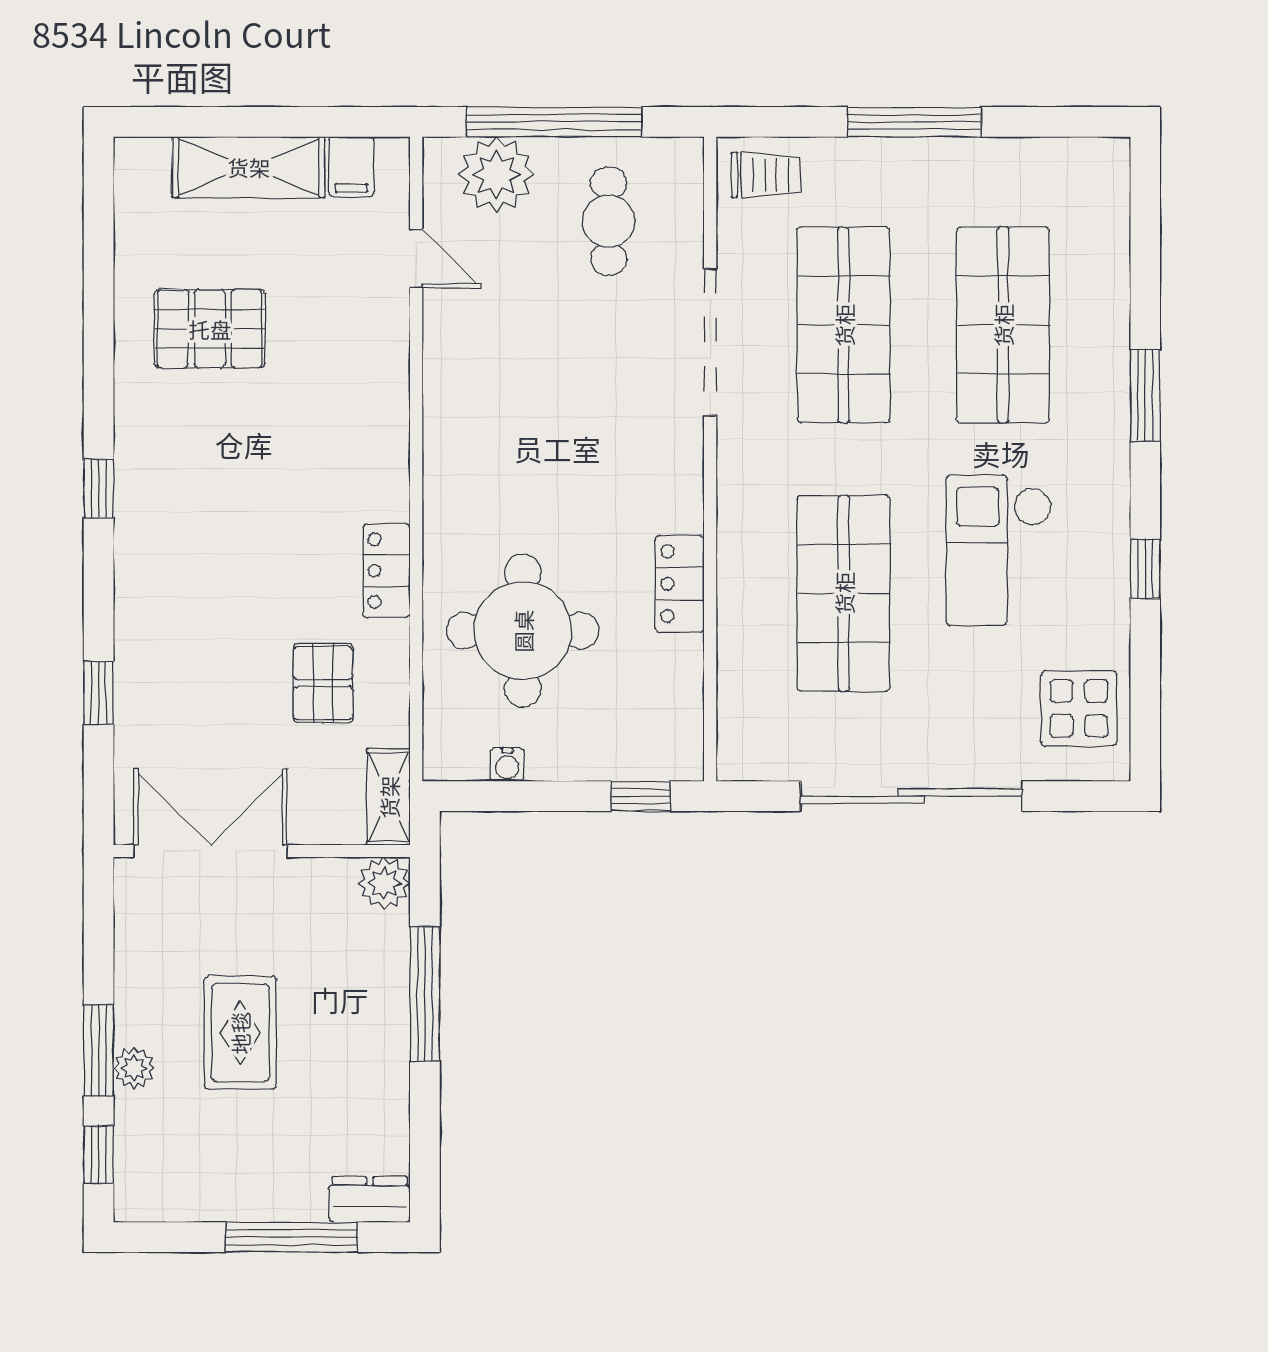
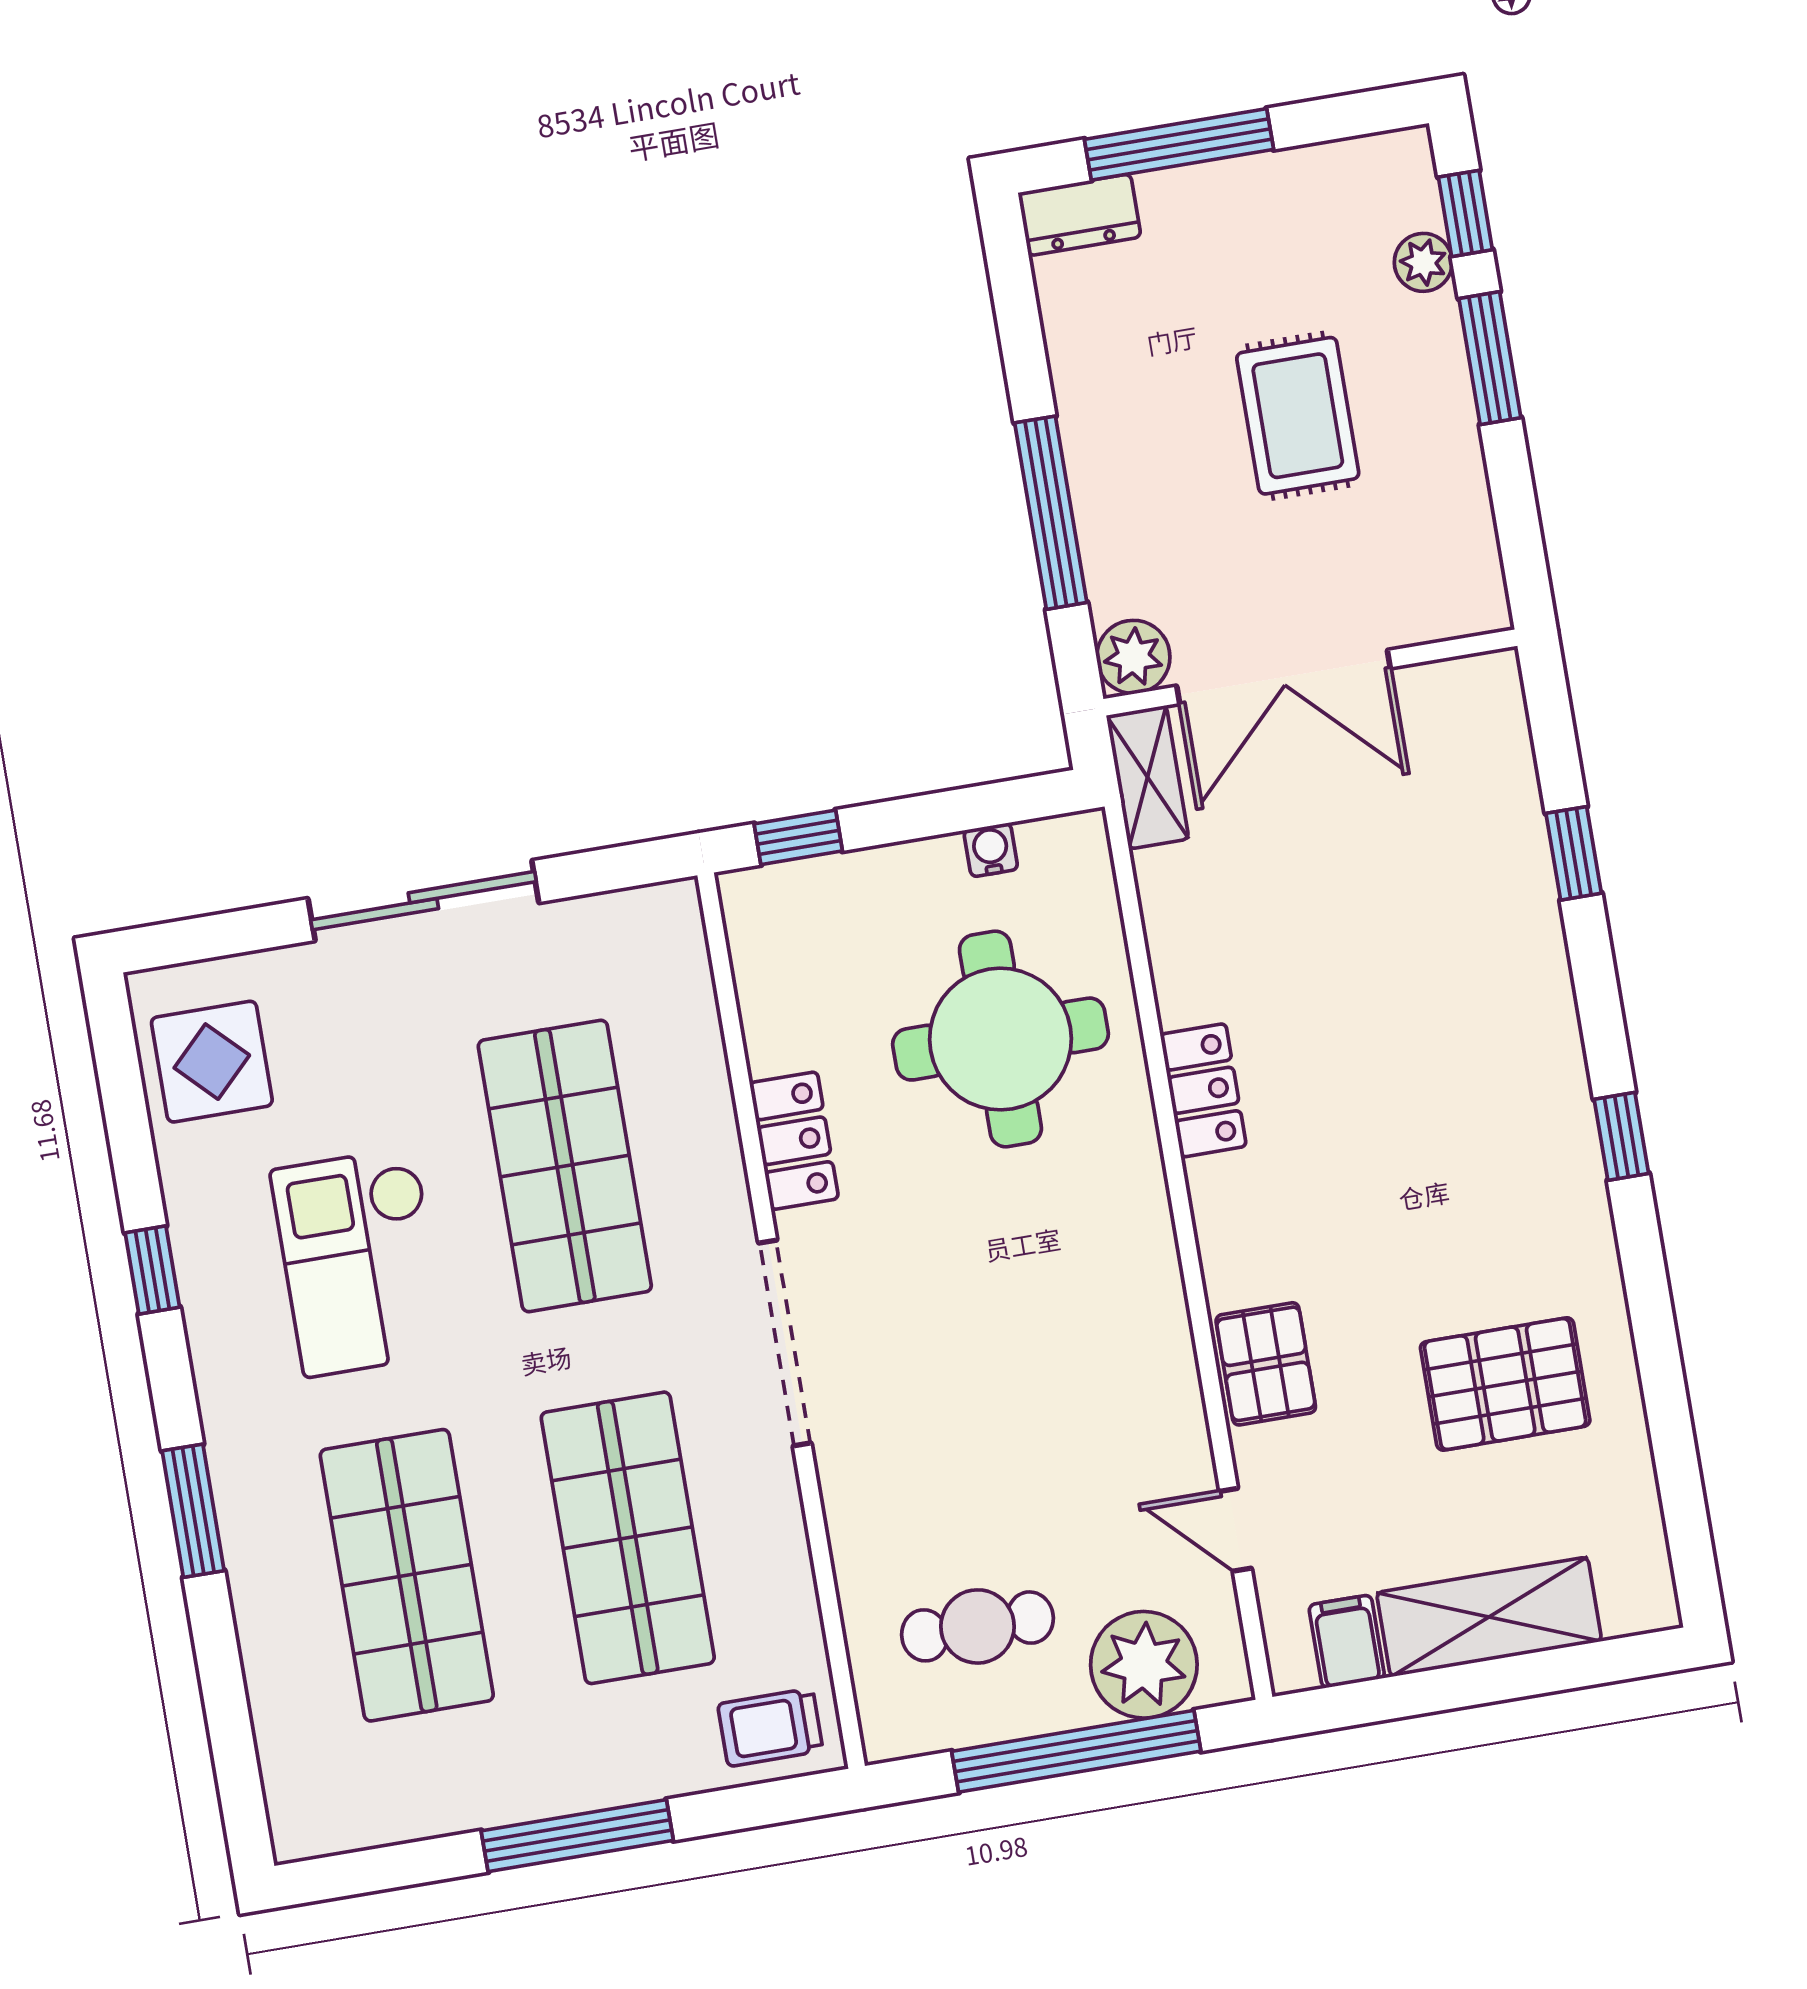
cafe table: (609, 221) -> (977, 1626), turned 90
doorway: (710, 342) -> (785, 1343), moved
checkout: (999, 550) -> (360, 1262), turned 180
pallet: (323, 683) -> (1266, 1364), moved
sliding door: (911, 796) -> (423, 901), width x0.73
double door: (210, 851) -> (1284, 677), moved
plant: (134, 1068) -> (1423, 262), moved

